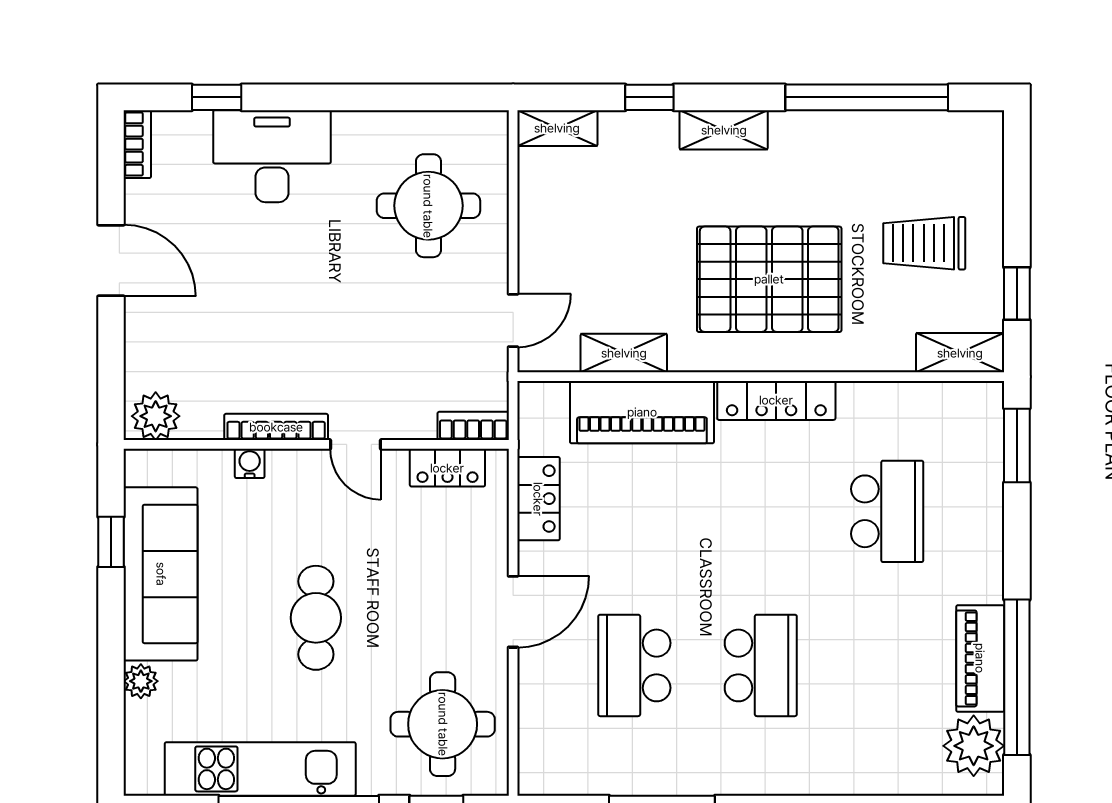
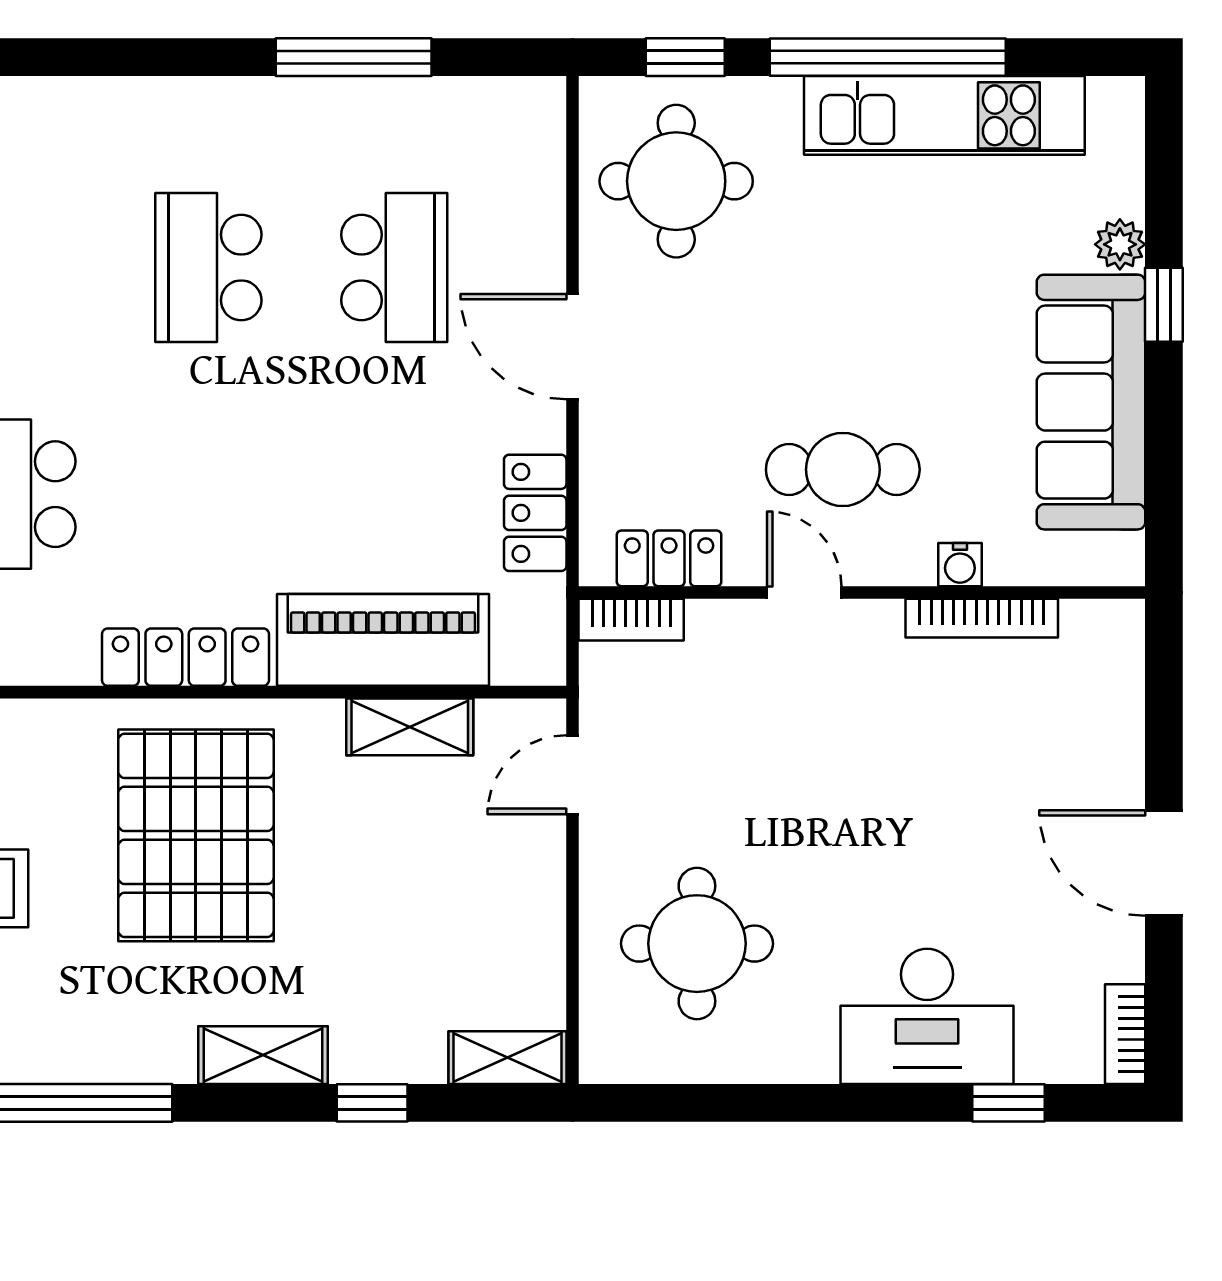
pallet: (769, 279) -> (196, 835), turned 90
plant: (156, 416) -> (1098, 634), removed
bookcase: (276, 427) -> (982, 618), moved
window: (111, 542) -> (1164, 305), moved
door: (513, 612) -> (573, 347), hinge flipped
cafe table: (316, 618) -> (843, 470), moved, turned 90

